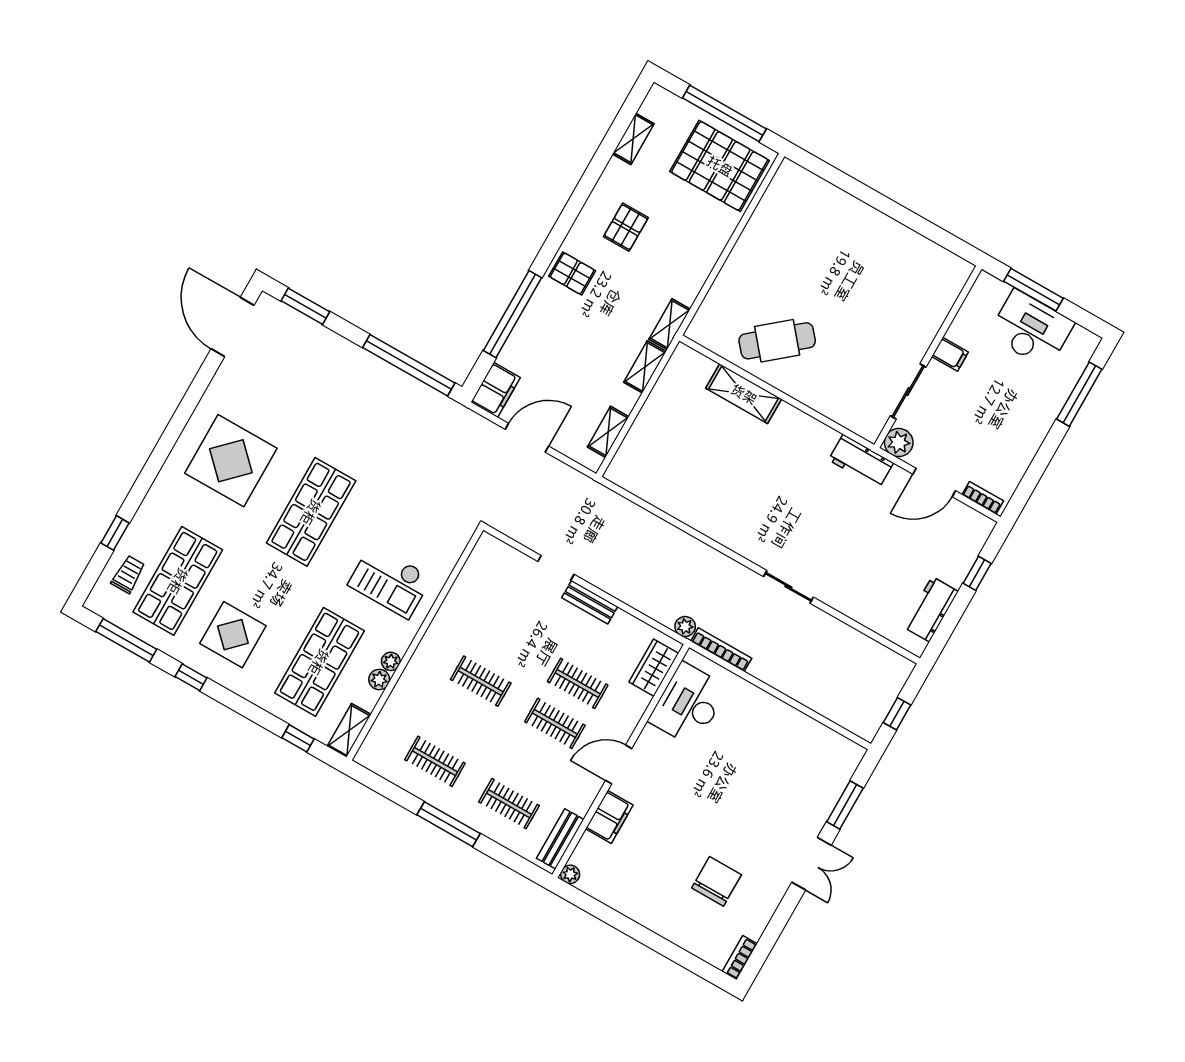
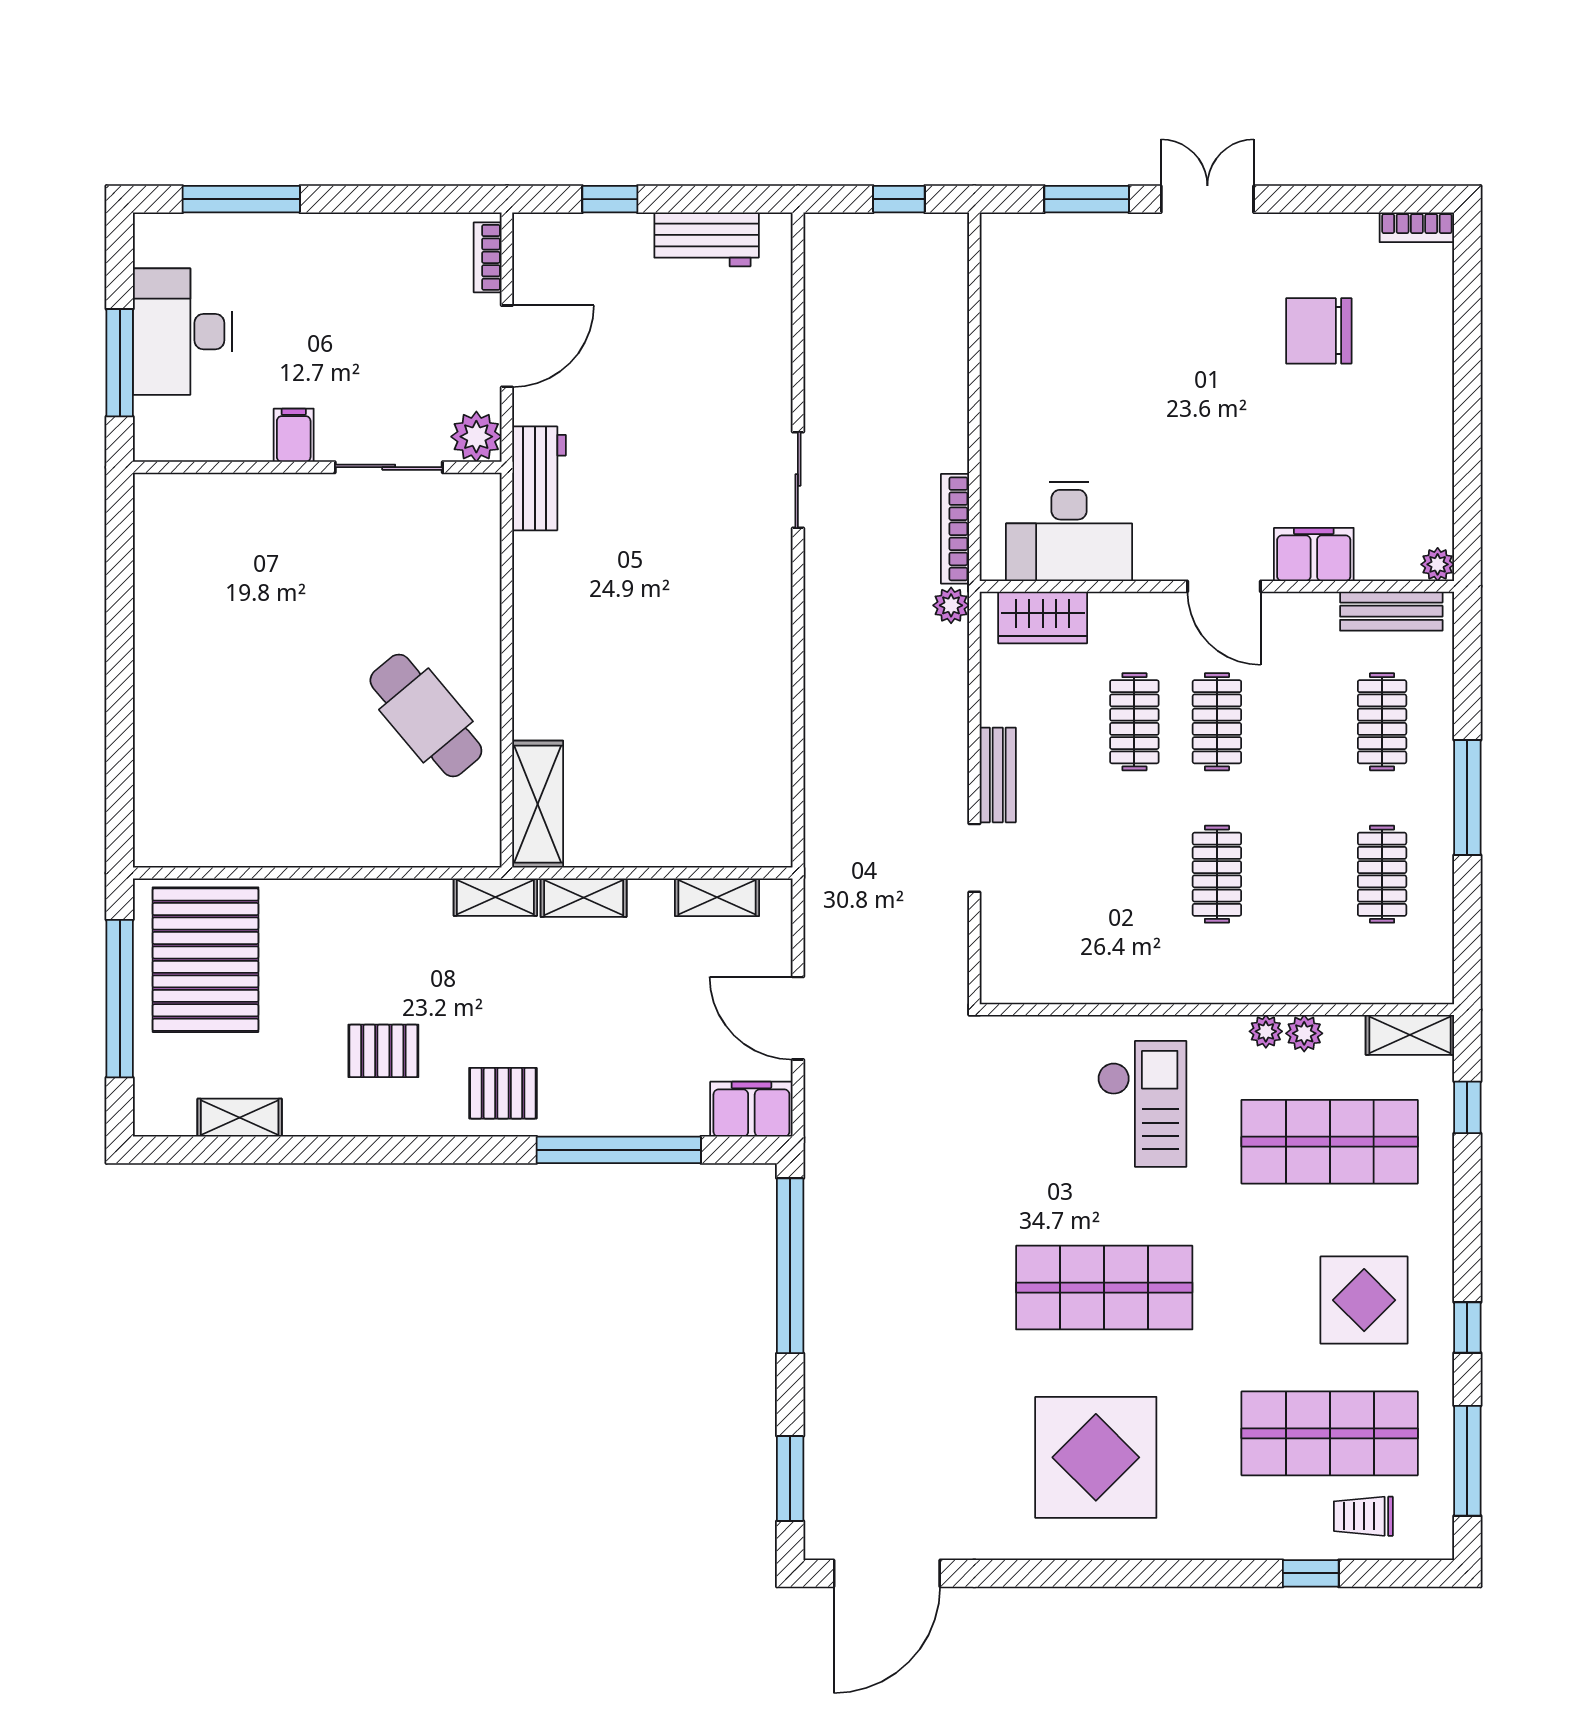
pallet: (572, 274) -> (503, 1093), turned 90
shelving: (744, 394) -> (538, 804), moved
door: (934, 482) -> (507, 346), hinge flipped

